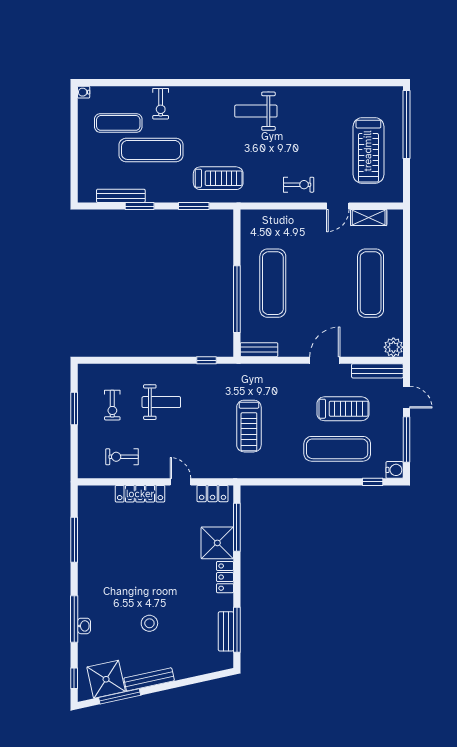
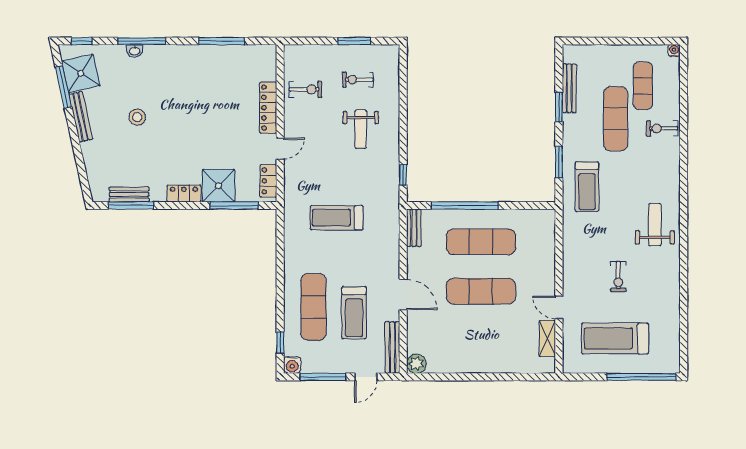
exercise bike: (299, 185) -> (618, 277), moved
exercise mat: (371, 283) -> (481, 291), moved
exercise bike: (122, 457) -> (306, 89), turned 90

